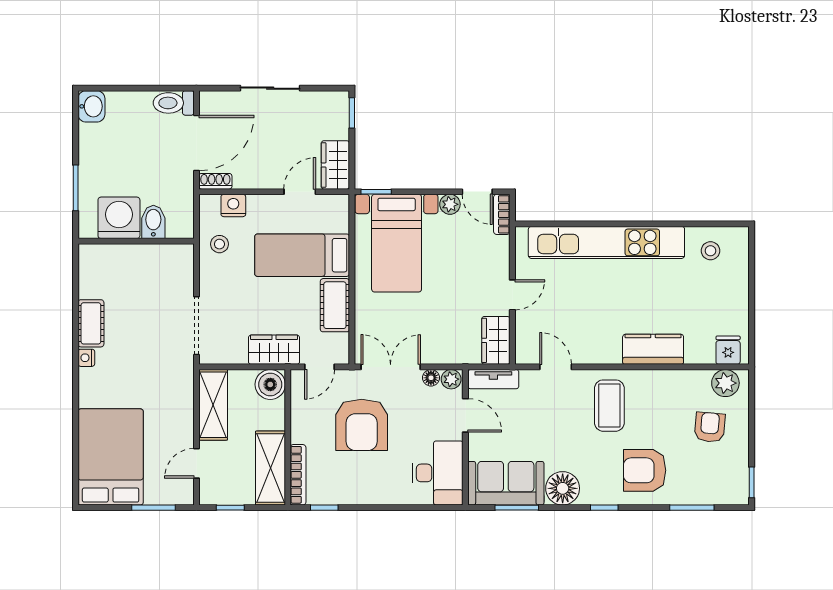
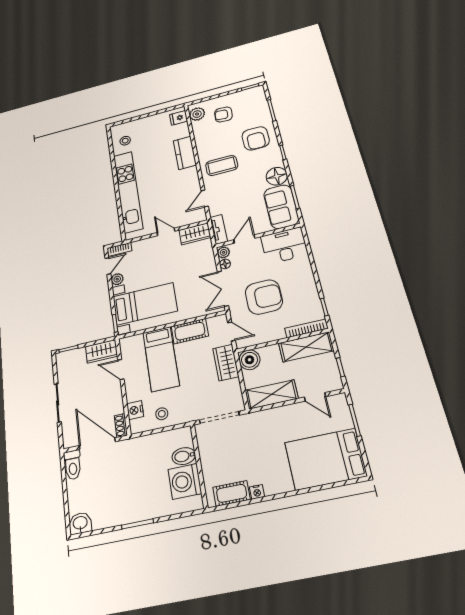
washing machine: (119, 218) -> (185, 481), moved
bidet: (153, 222) -> (184, 456), moved
wall: (136, 241) -> (199, 466), moved

